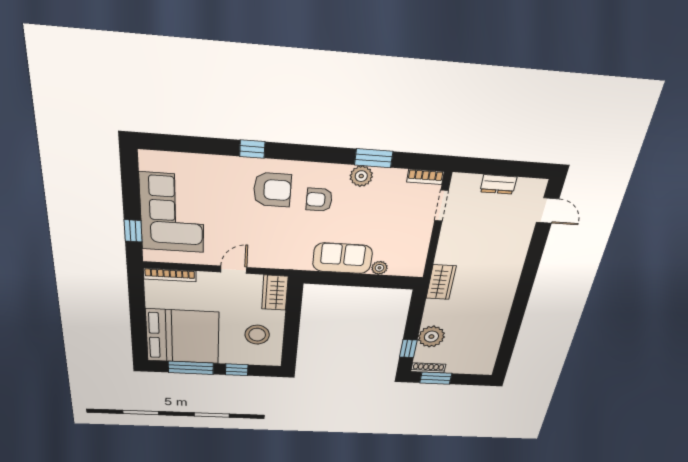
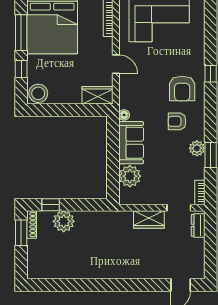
dresser: (498, 184) -> (198, 225), moved
armchair: (319, 200) -> (177, 121), turned -90
floor lamp: (304, 264) -> (124, 115), added
plant: (379, 268) -> (130, 176), width x1.87, depth x1.87
wardrobe: (441, 282) -> (149, 219), moved
stool: (257, 335) -> (38, 93), moved

